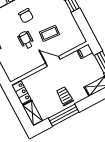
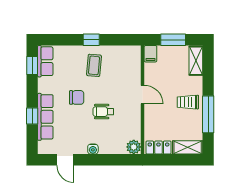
coffee table: (49, 33) -> (94, 65), moved
door: (53, 61) -> (143, 95), swing flipped
plant: (12, 75) -> (134, 147), added

